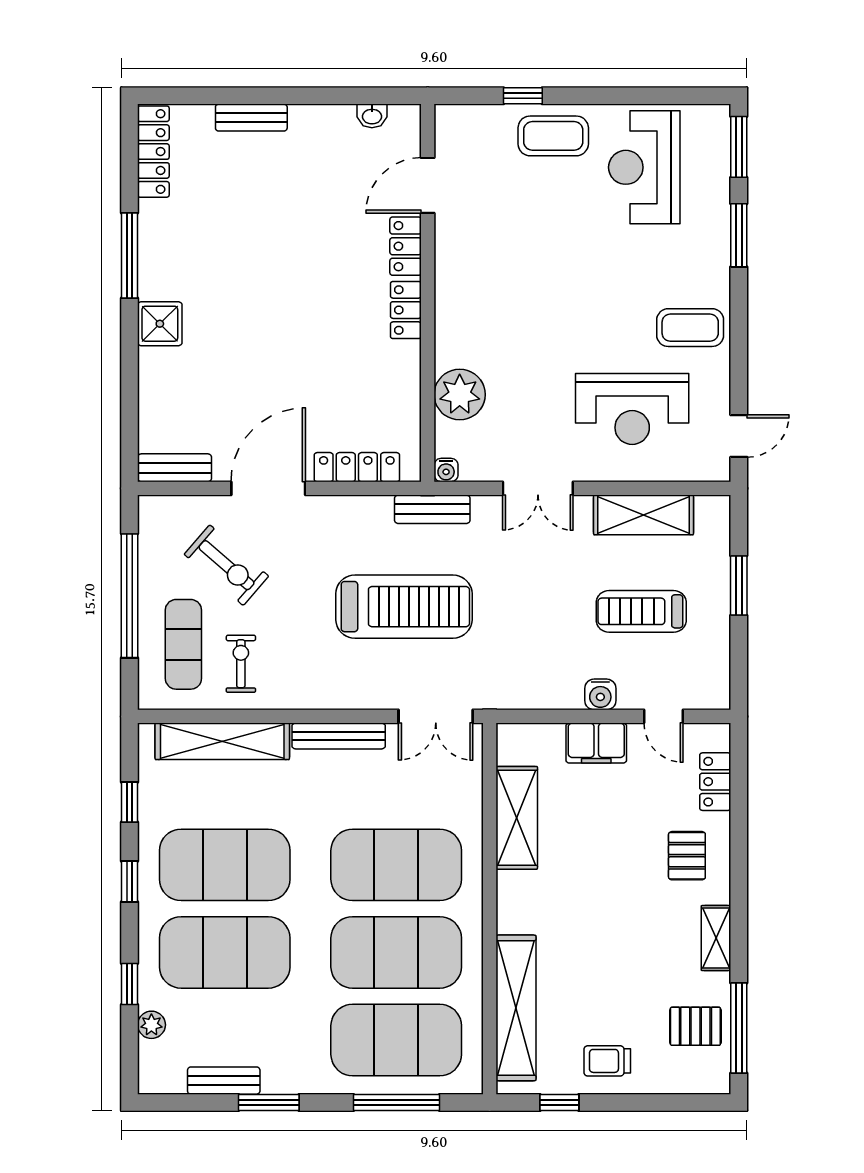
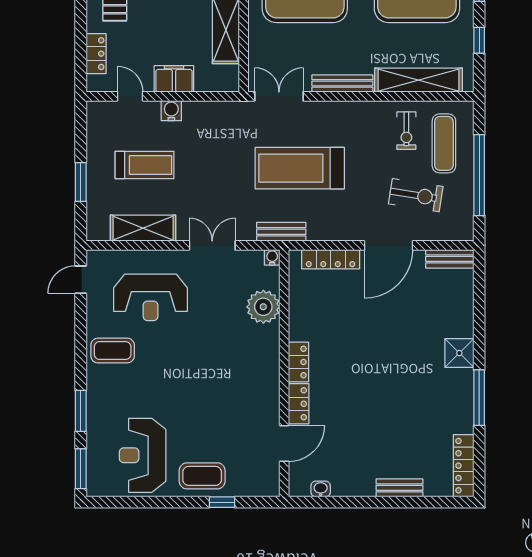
reception desk: (644, 167) -> (143, 455), turned 180
reception desk: (632, 409) -> (151, 297), turned 180
exercise bike: (226, 565) -> (416, 195), turned 148

